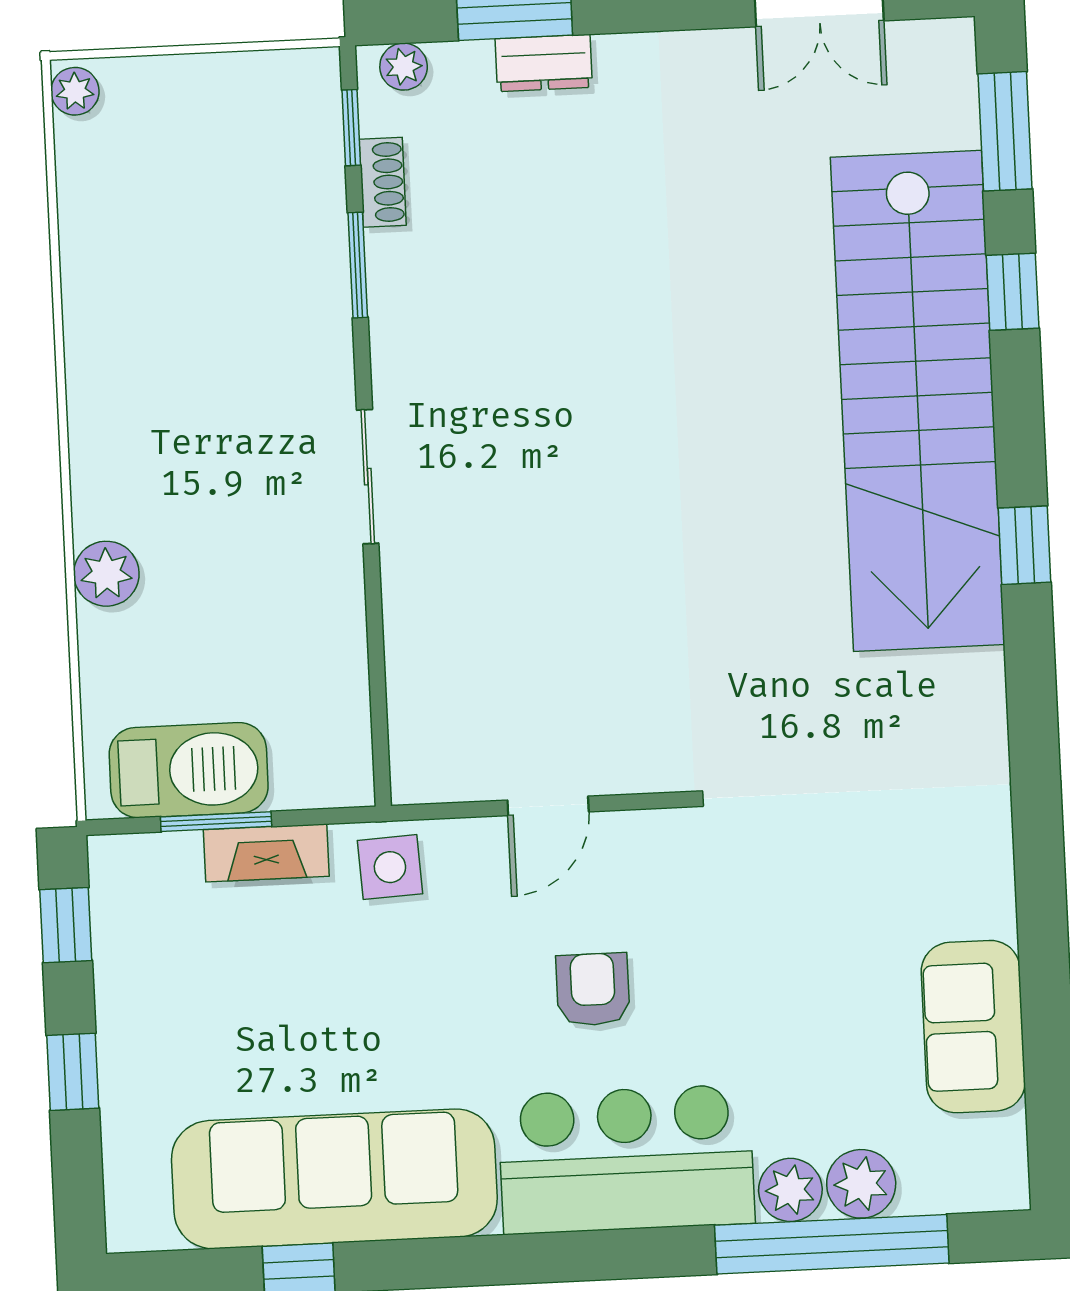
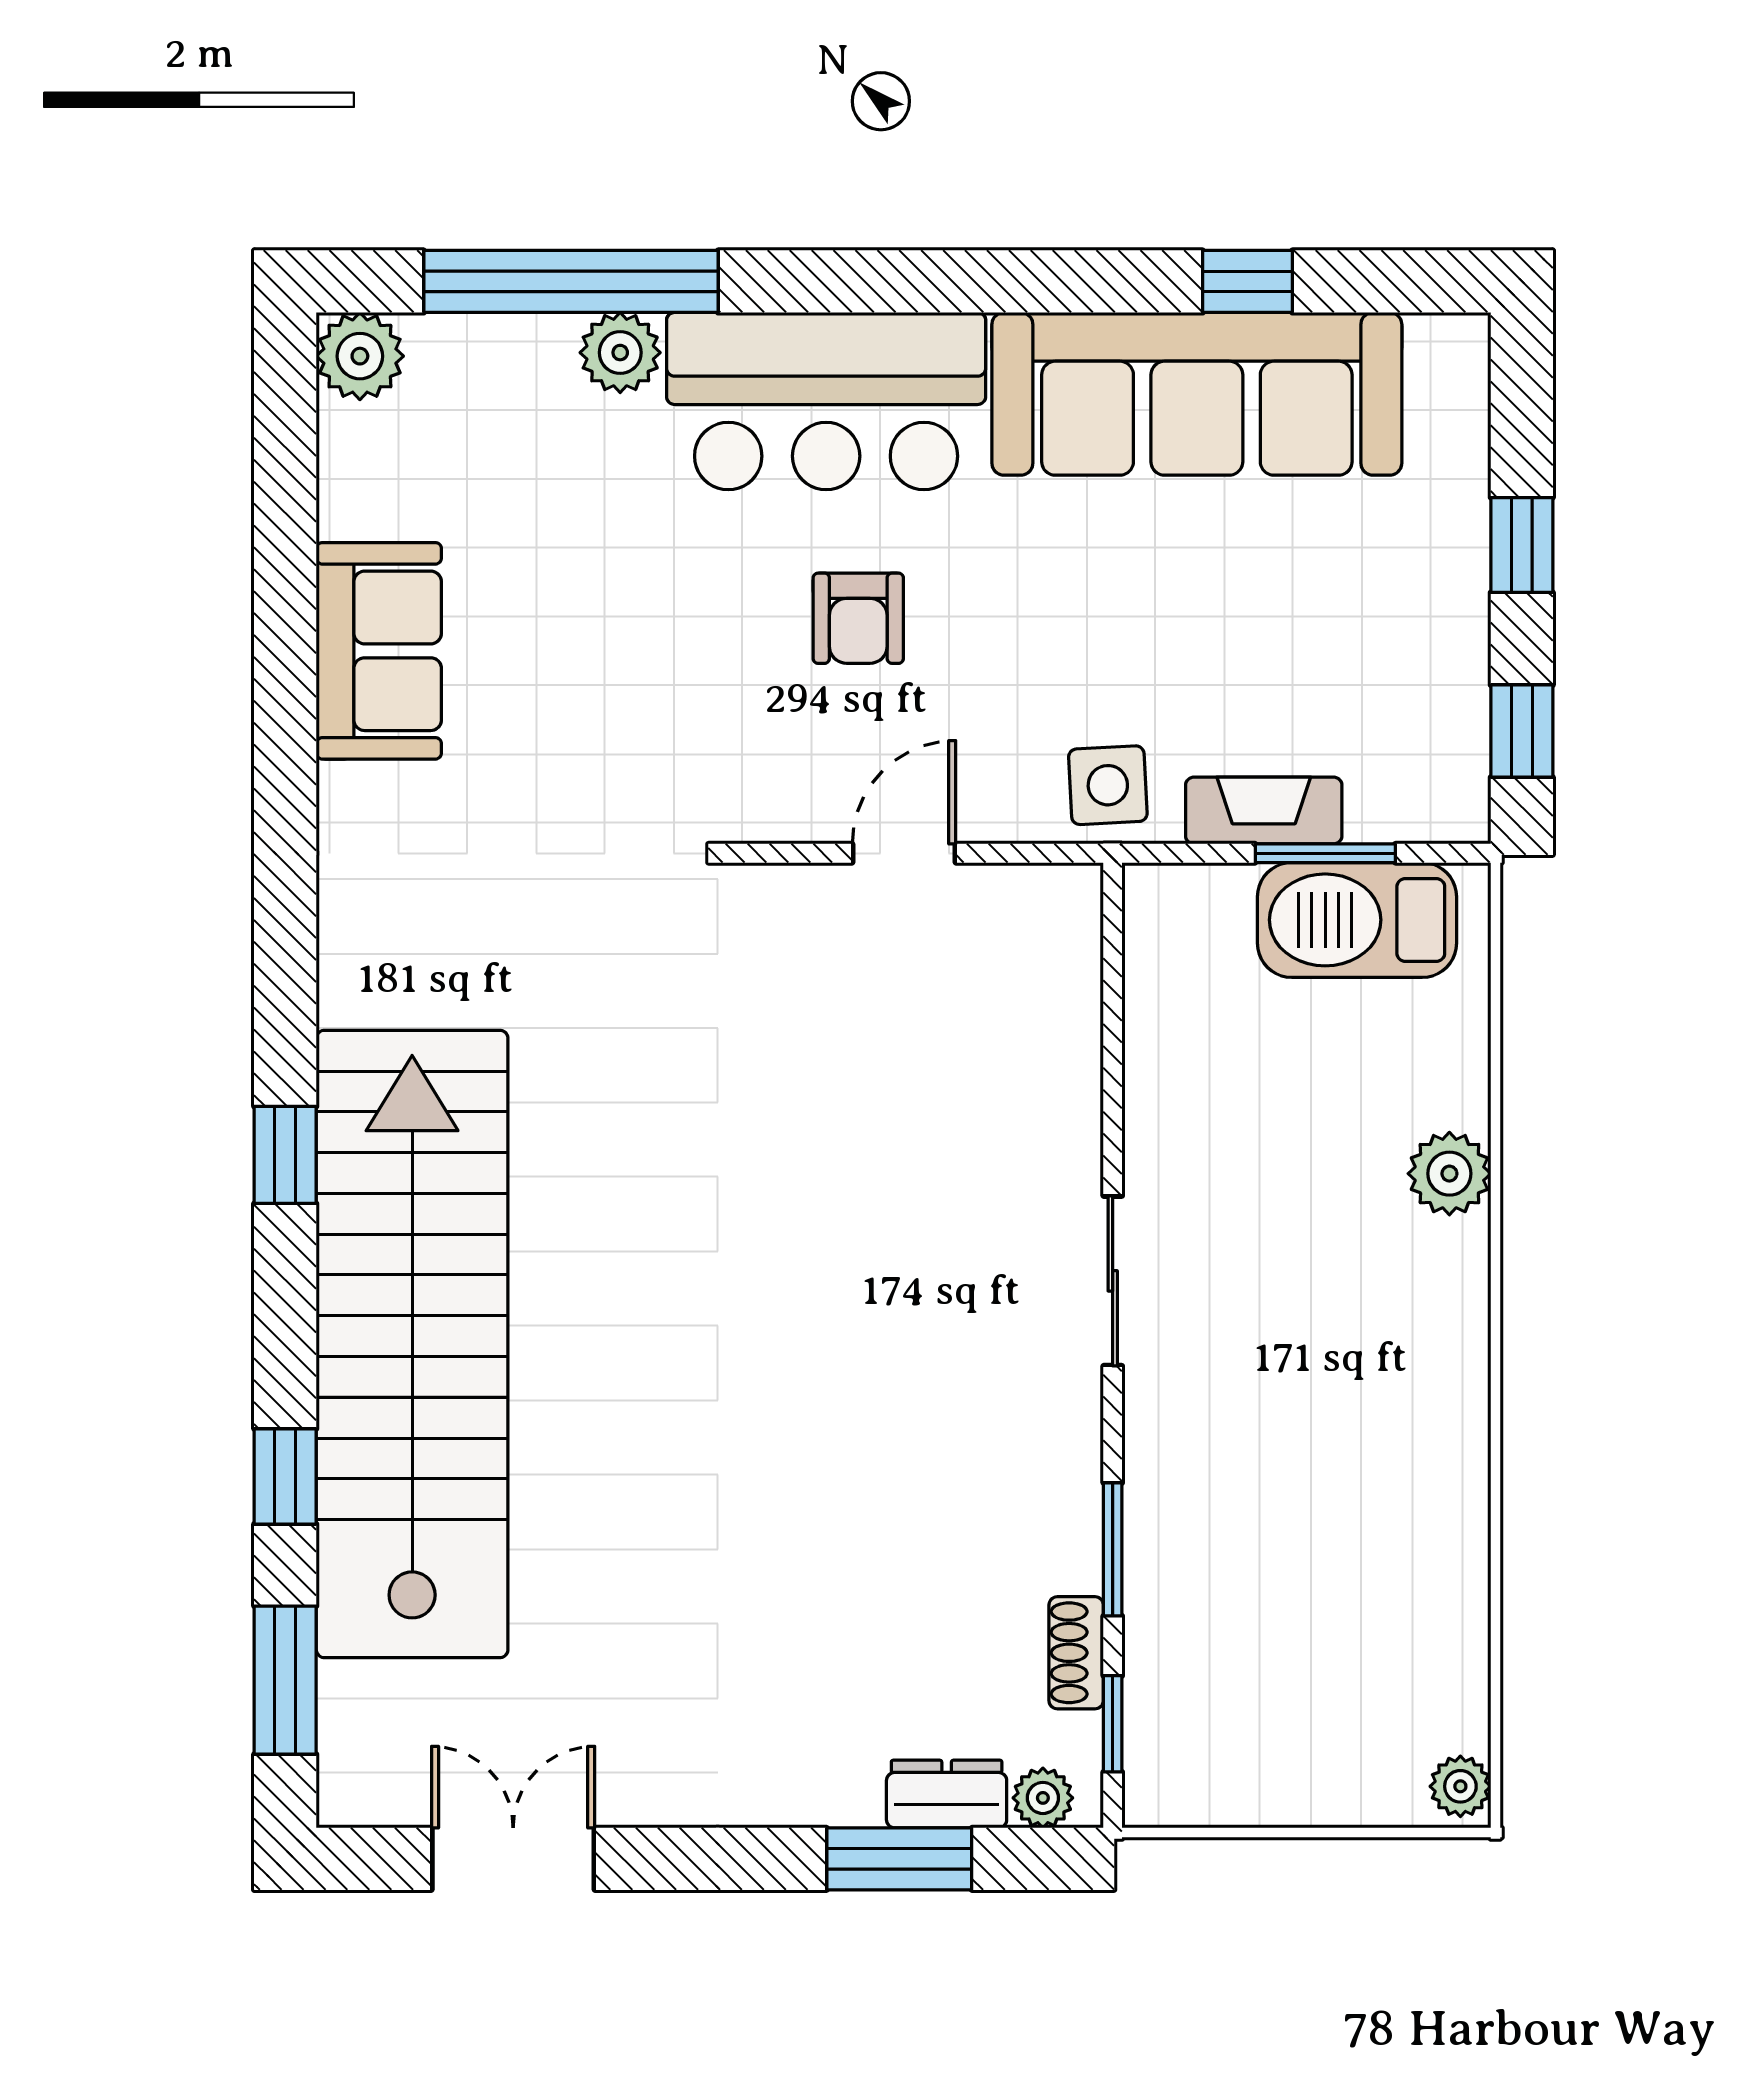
dresser: (544, 63) -> (947, 1794), moved
sofa: (973, 1027) -> (379, 651), moved
plant: (861, 1184) -> (360, 356), moved

